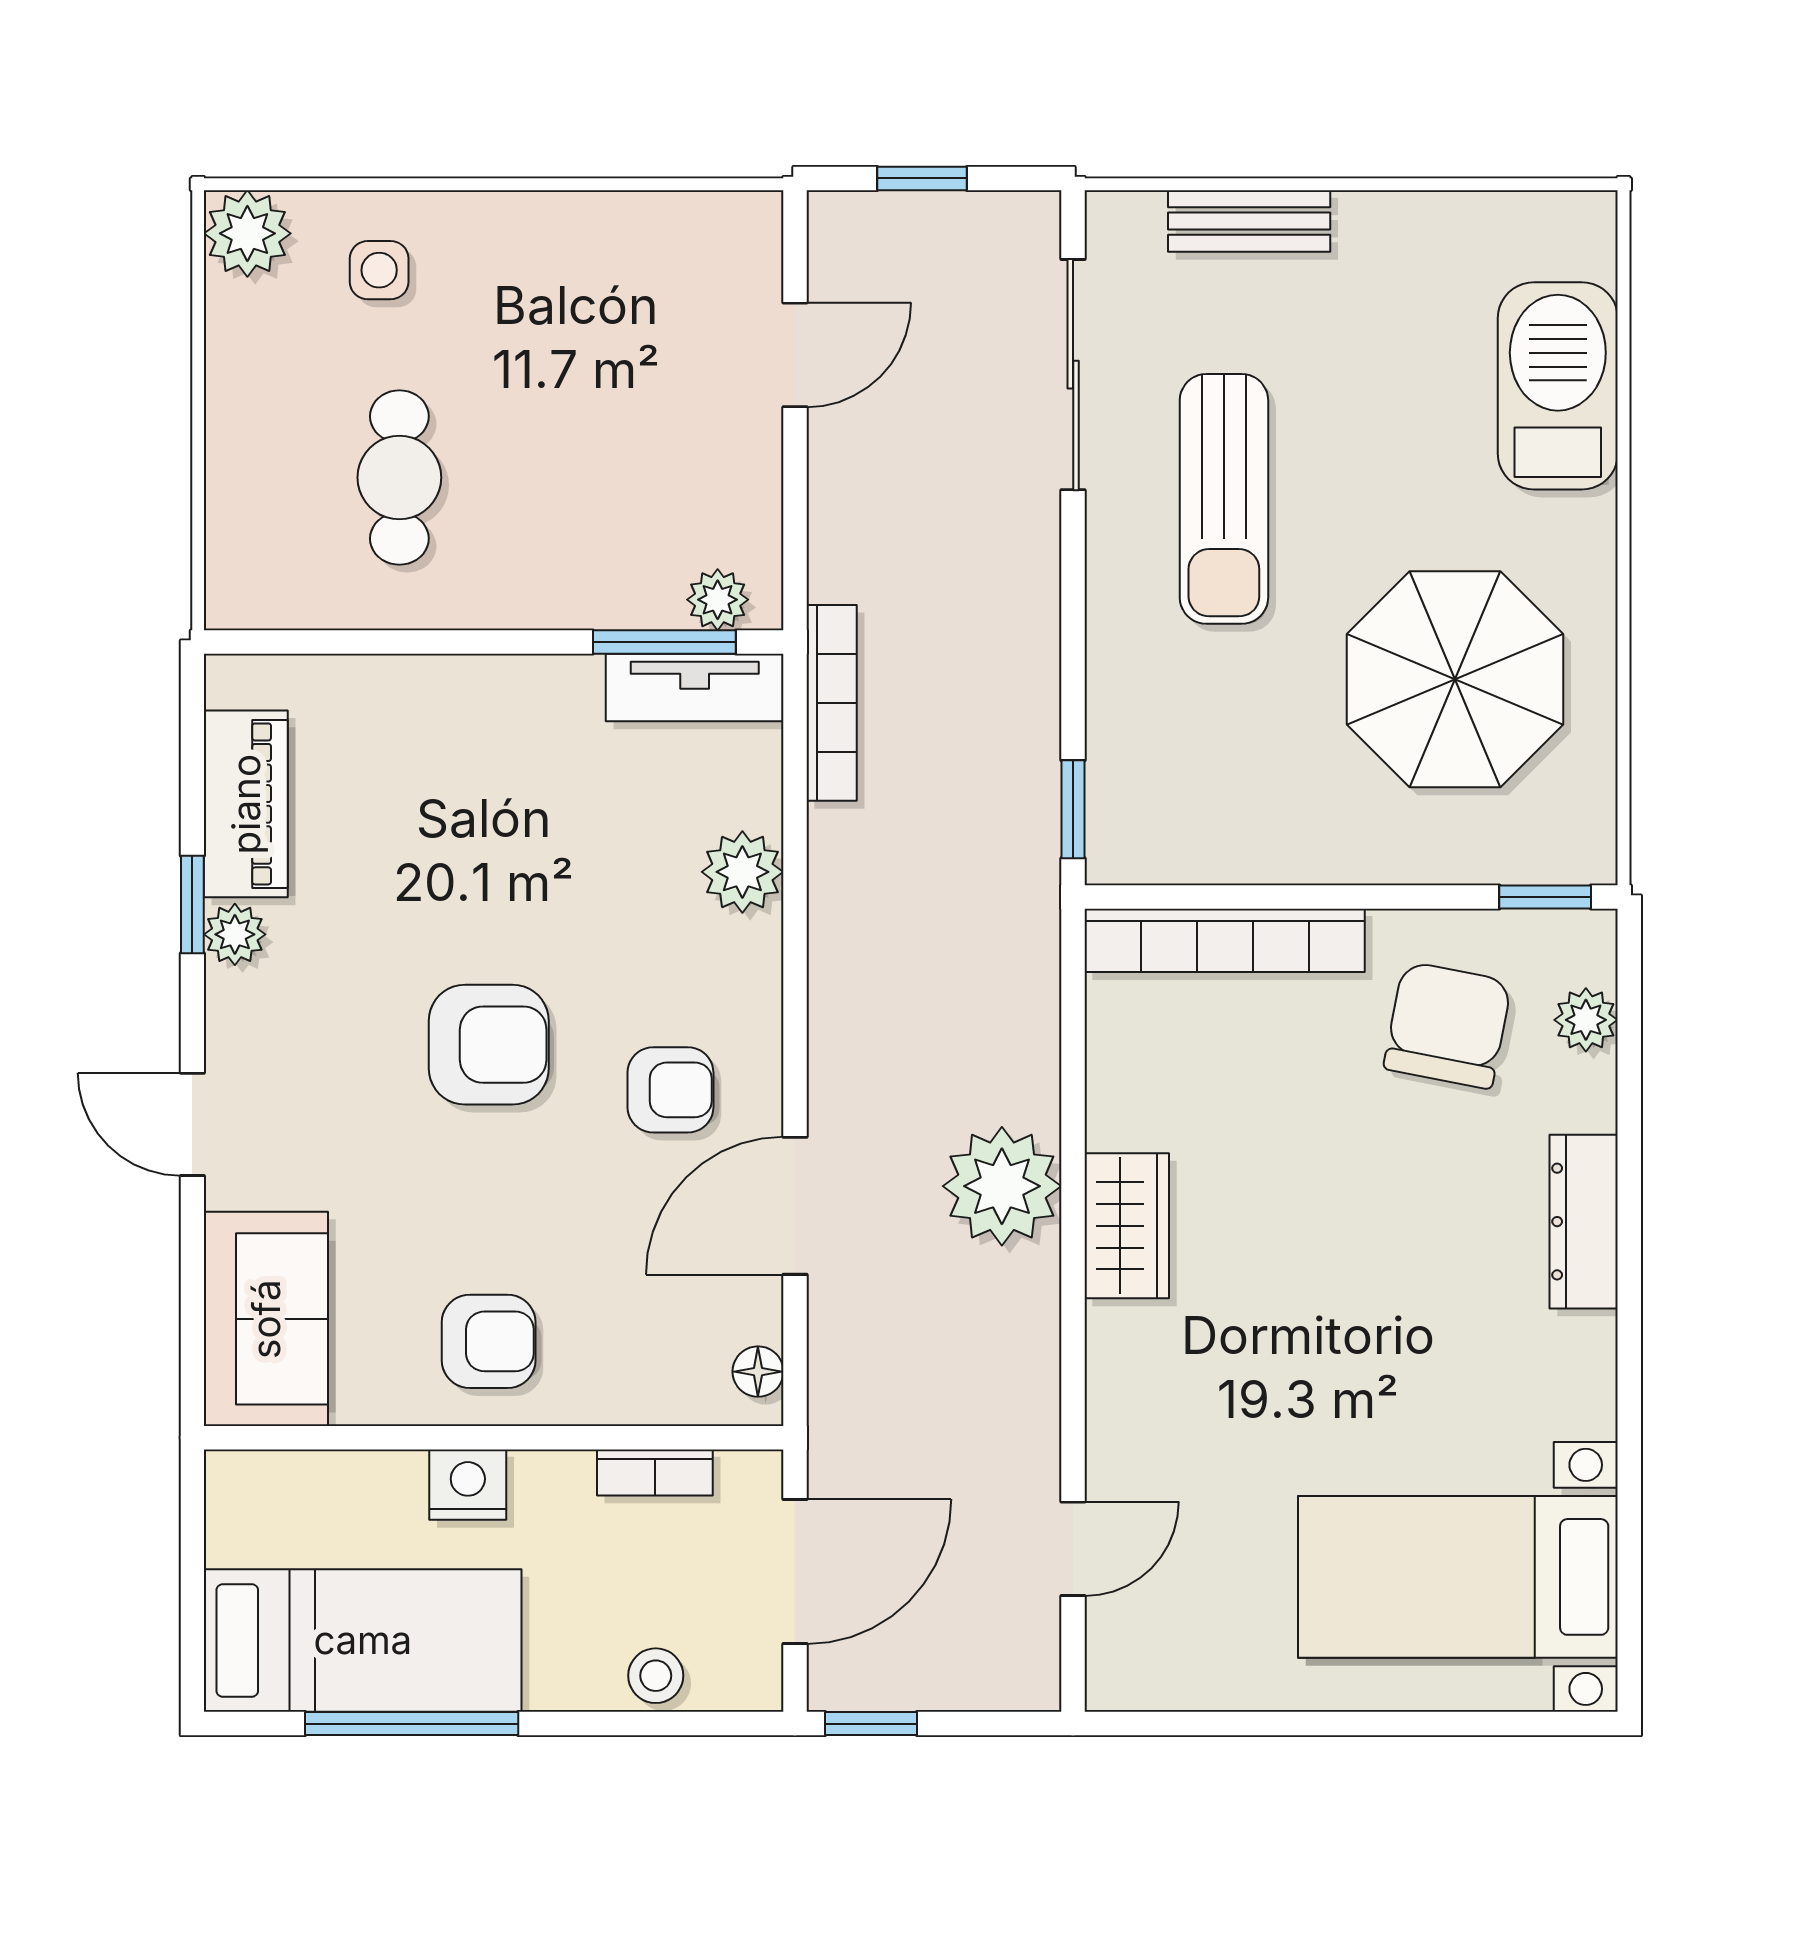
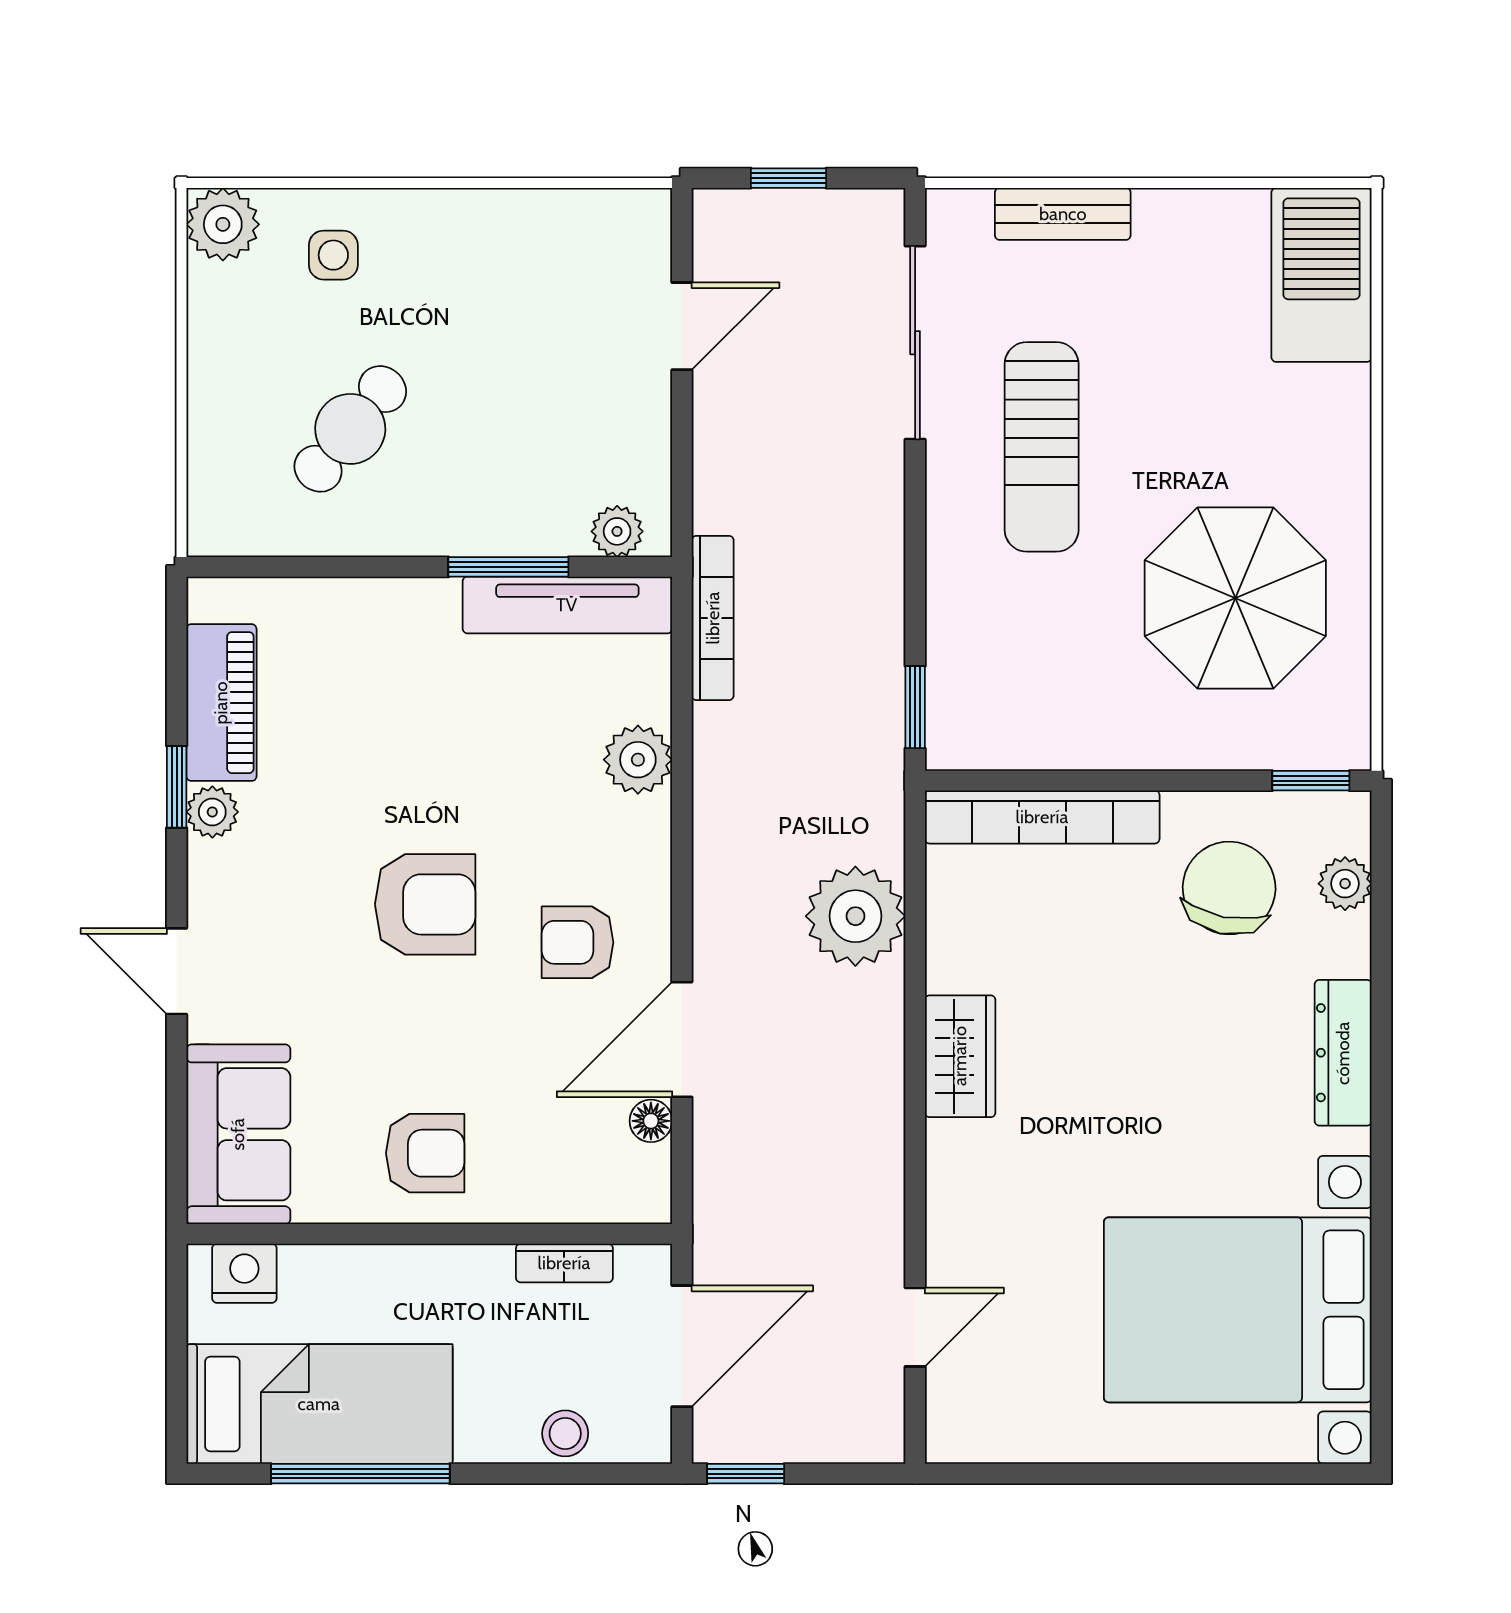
barbecue: (1558, 386) -> (1322, 275), moved
cafe table: (399, 477) -> (350, 429), turned 39
window: (664, 642) -> (508, 567), moved
tv unit: (695, 687) -> (567, 605), width x1.41
armchair: (670, 1090) -> (578, 942), turned 180
plant: (1002, 1186) -> (855, 916), moved
floor lamp: (758, 1372) -> (651, 1121), moved
nightstand: (468, 1485) -> (244, 1273), moved
bed with nightstands: (1458, 1577) -> (1238, 1310), width x1.36

